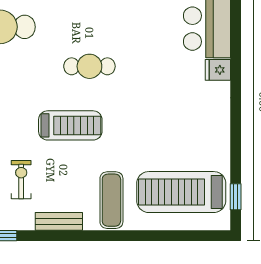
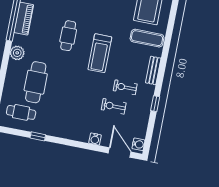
treadmill: (70, 125) -> (100, 53), turned 180

